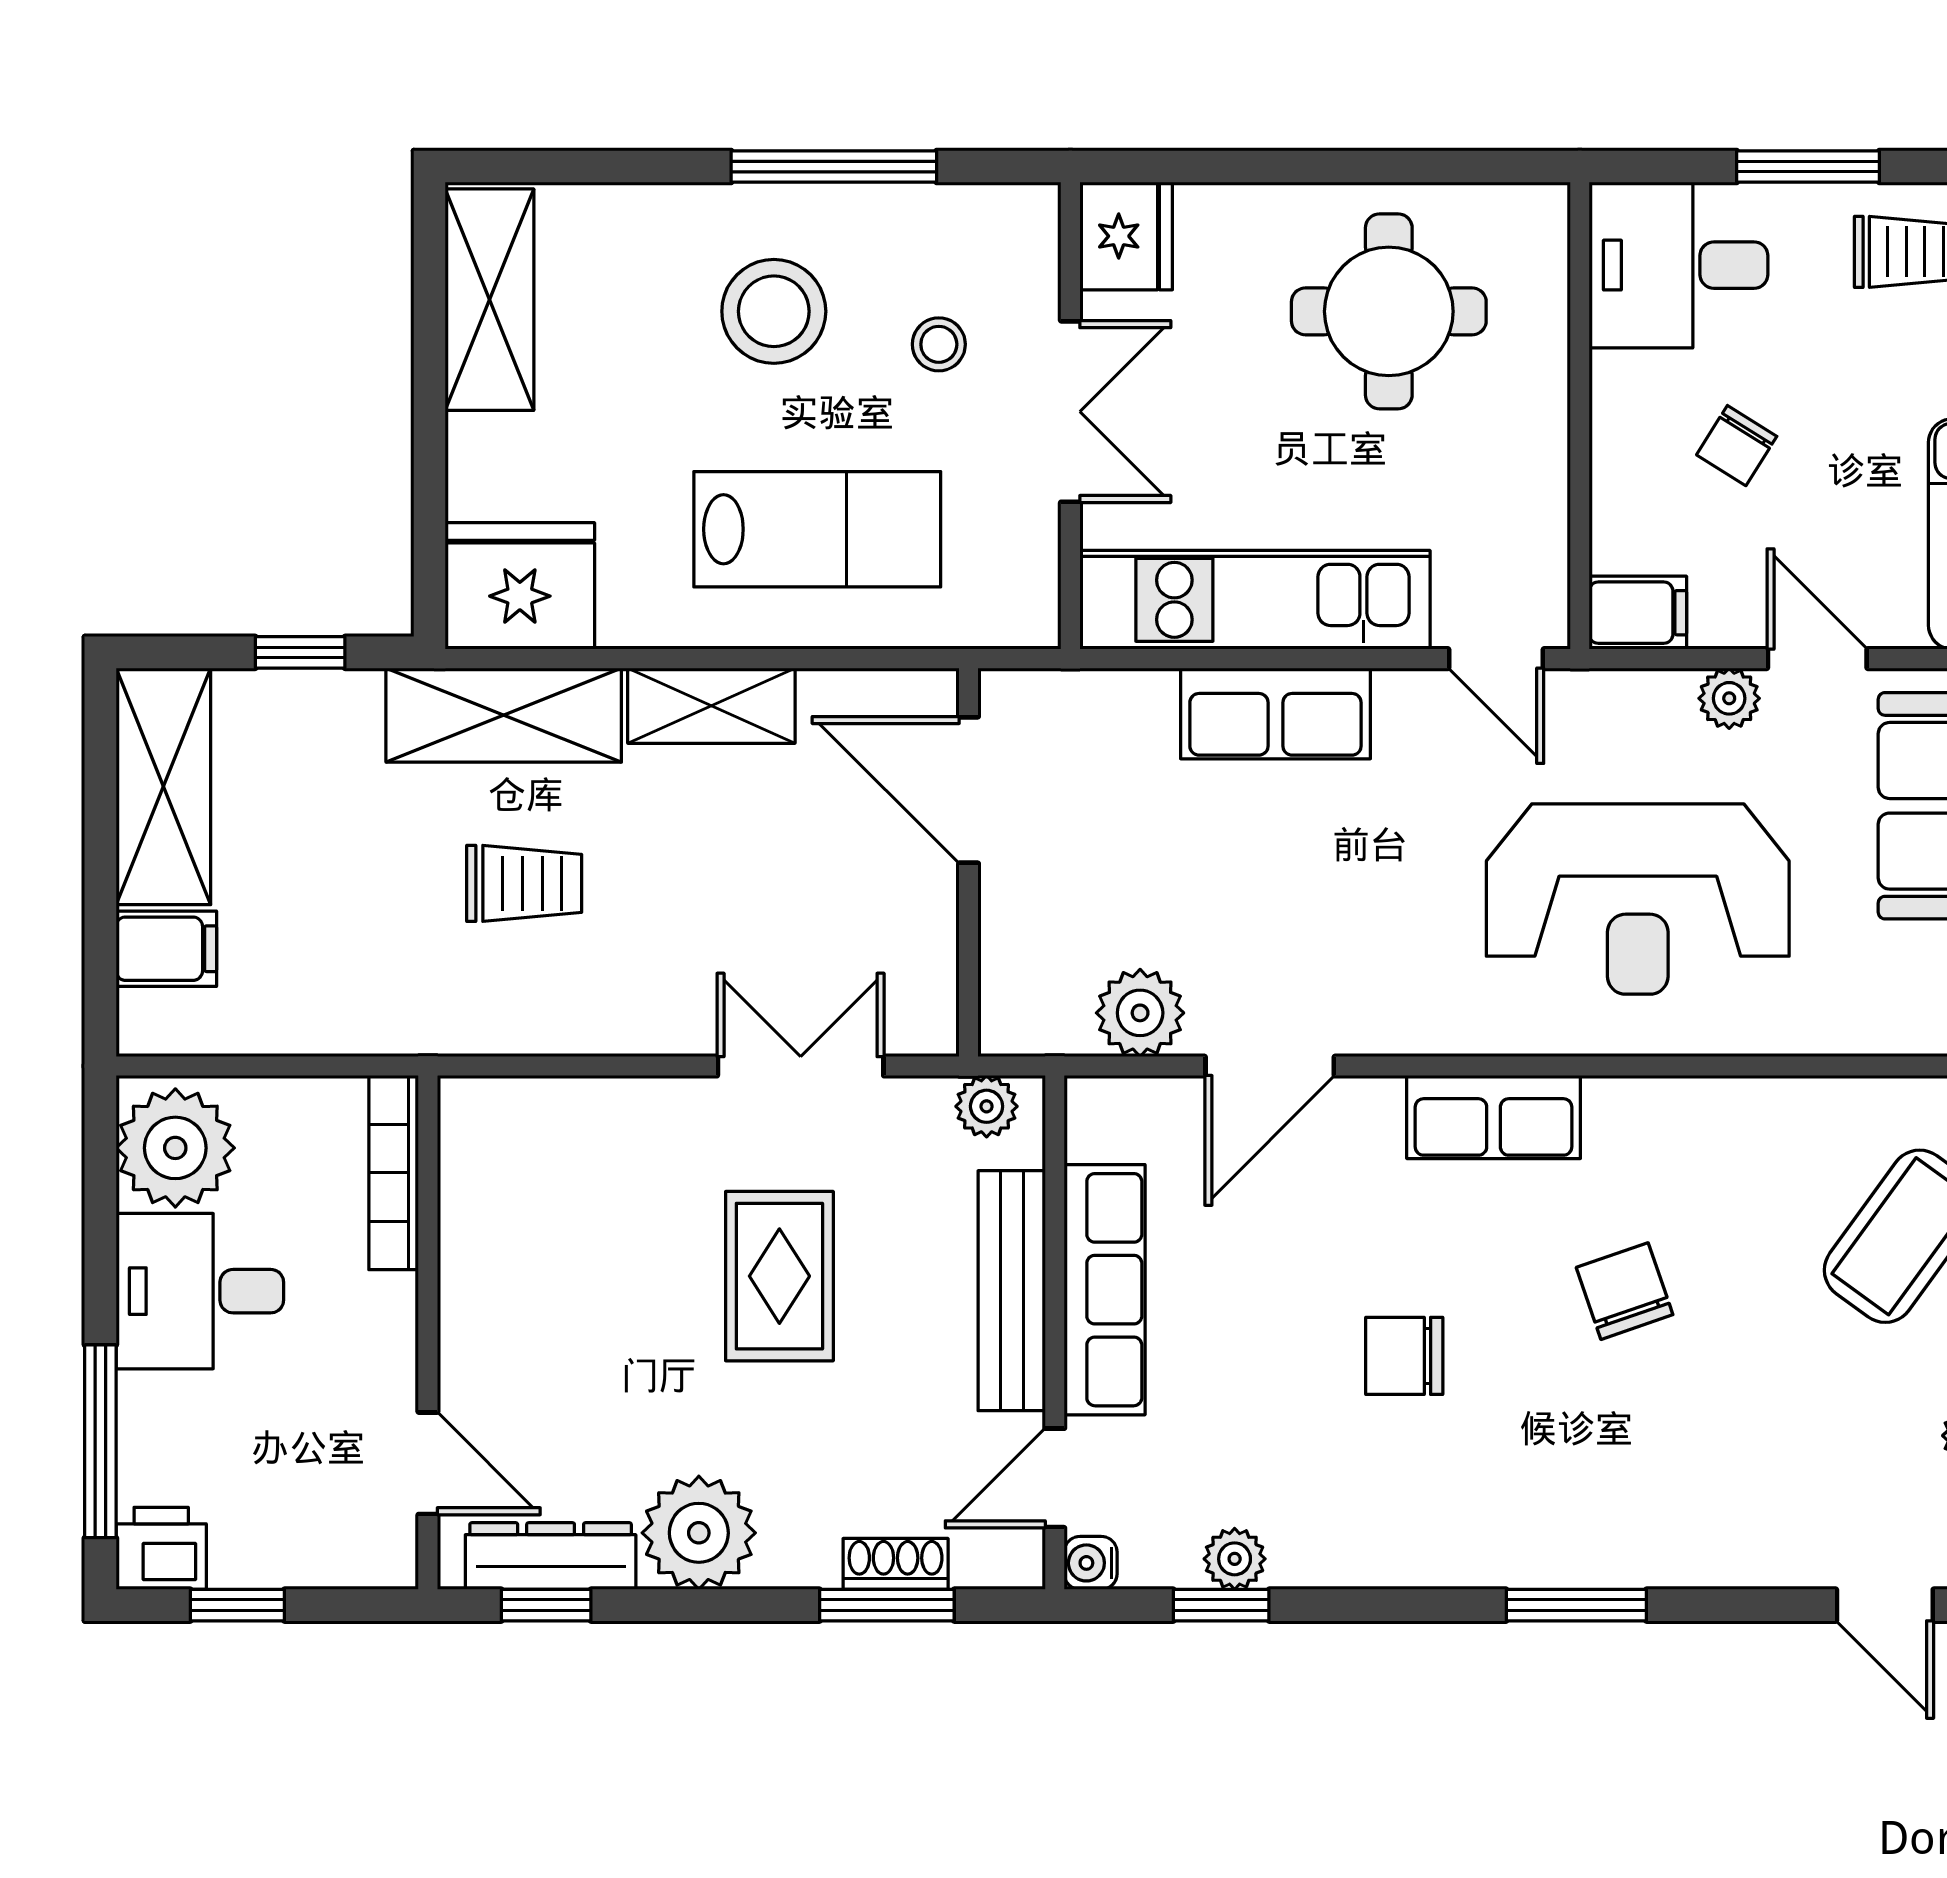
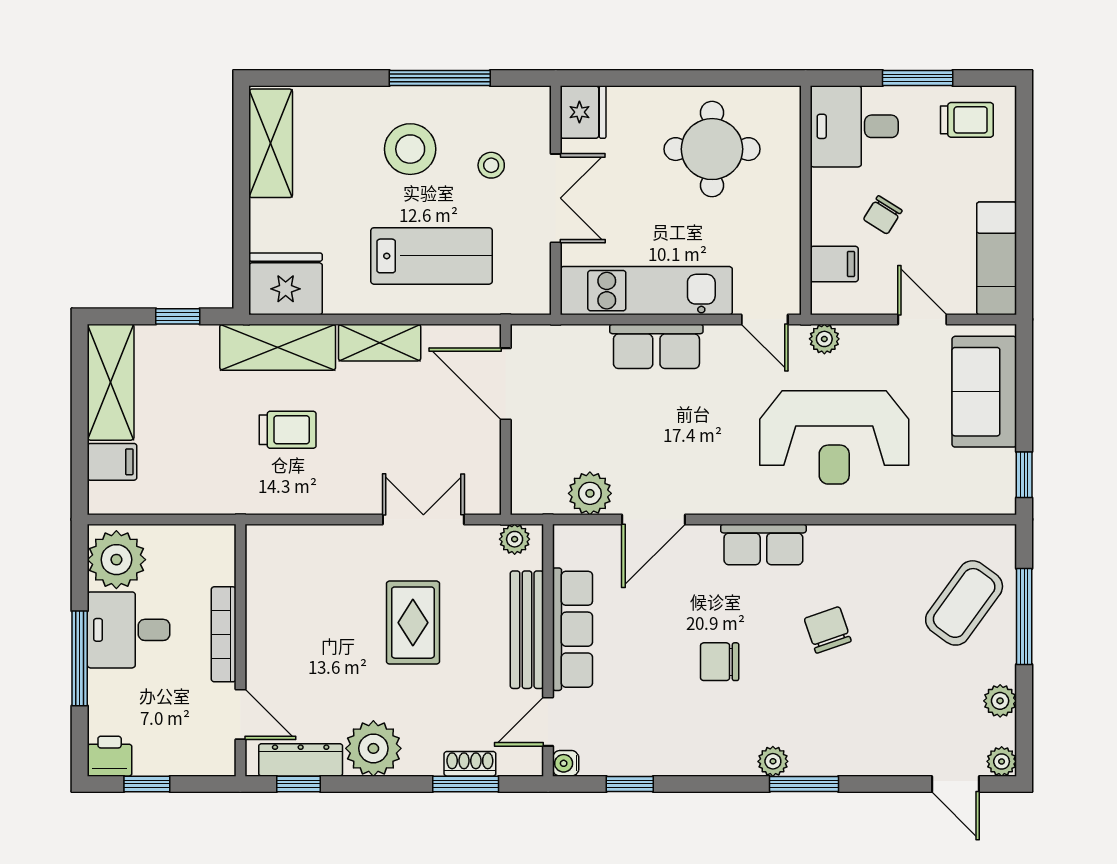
filing cabinet: (1638, 613) -> (834, 264), moved
plant: (1729, 698) -> (824, 339), moved
bookcase: (394, 1173) -> (224, 634), moved
window: (100, 1441) -> (80, 658), moved
plant: (1235, 1559) -> (773, 761), moved

